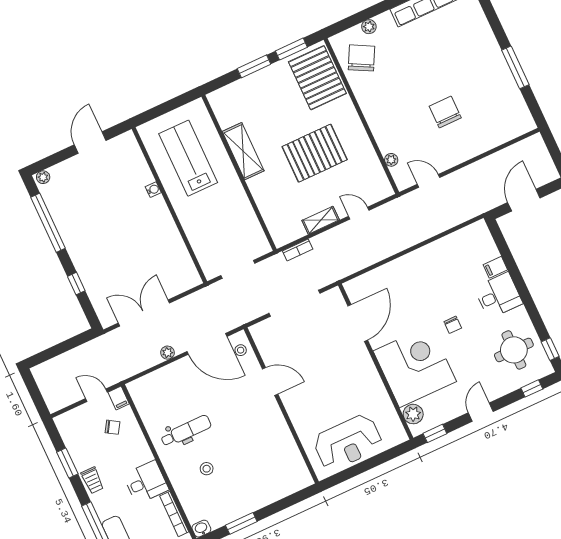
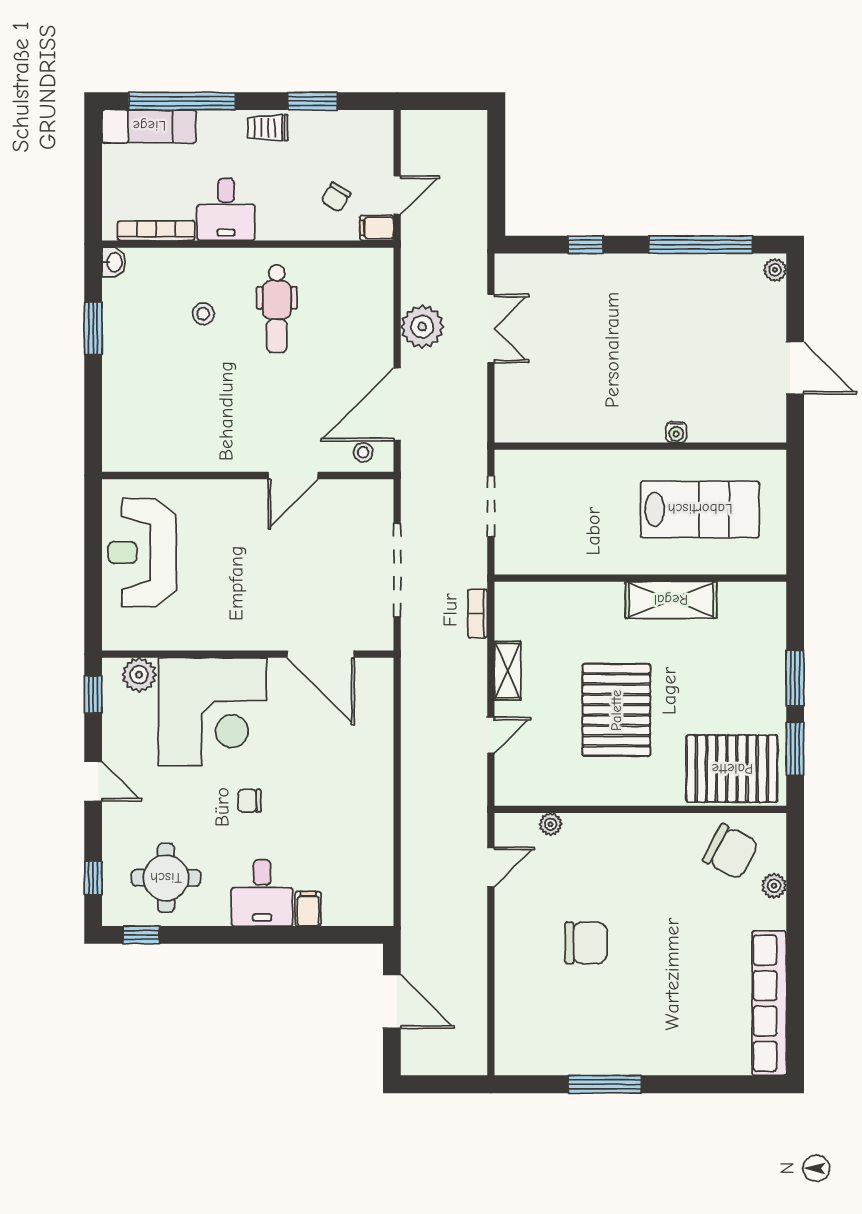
double door: (144, 313) -> (491, 329), width x0.73
plant: (167, 353) -> (422, 327), width x1.88, depth x1.88

